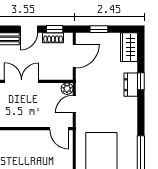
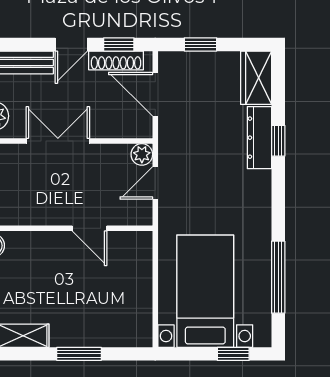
shoe rack: (53, 38) -> (116, 60), width x1.43
door: (74, 56) -> (155, 94), swing flipped
dresser: (131, 85) -> (259, 138), width x1.44
door: (59, 129) -> (90, 228), moved

